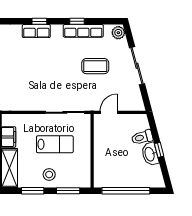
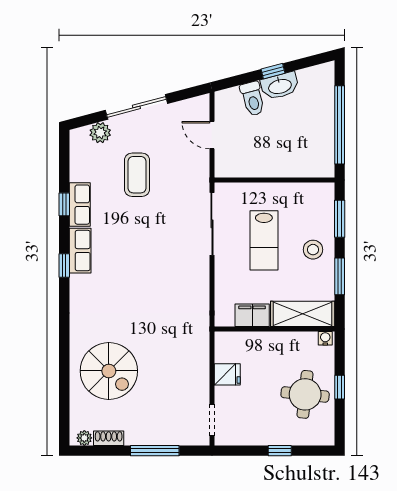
row of seats: (36, 31) -> (80, 251), moved
row of seats: (83, 31) -> (80, 205), width x0.68
plant: (118, 33) -> (100, 133), moved
door: (109, 112) -> (212, 135), moved
lab bench: (55, 144) -> (264, 240), turned 180

